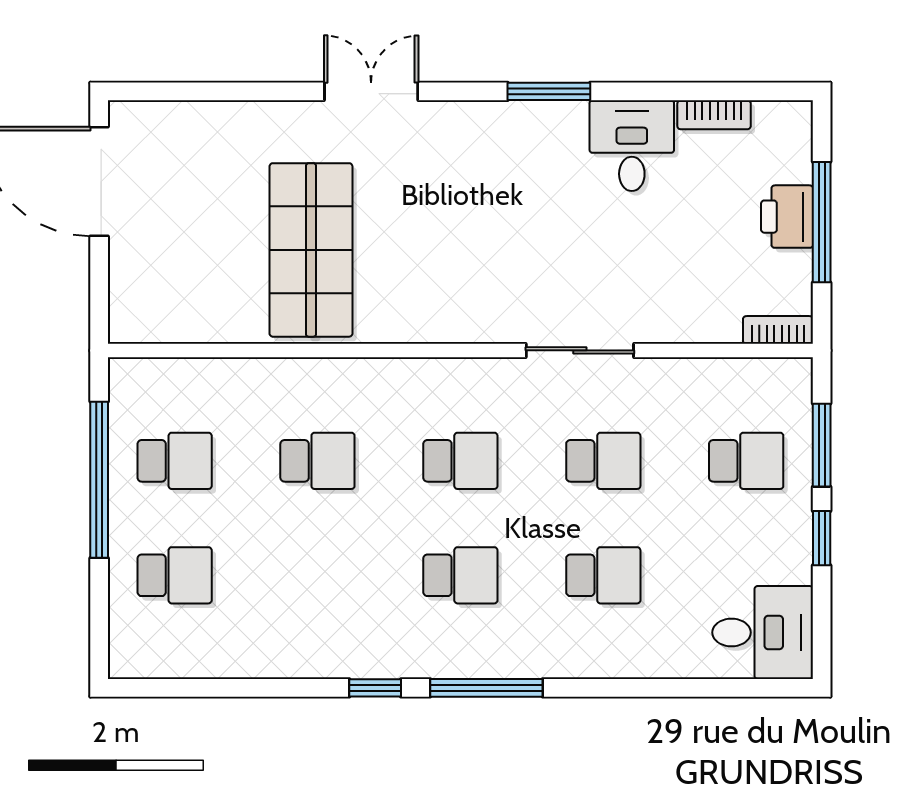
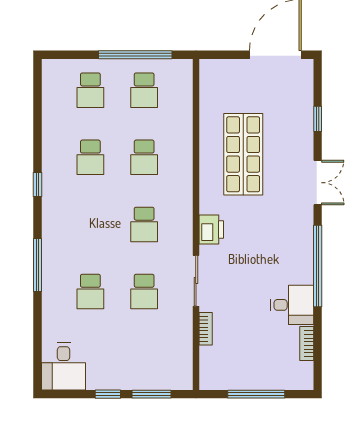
window: (236, 91) -> (318, 119), added
window: (549, 91) -> (318, 266), width x2.11
printer: (787, 217) -> (211, 229), moved, turned 90
shop shelf: (311, 250) -> (243, 154), turned 90
bookcase: (778, 330) -> (206, 329), moved
school desk: (746, 461) -> (144, 359), removed
school desk: (460, 575) -> (90, 157), moved
window: (486, 688) -> (38, 265), moved

